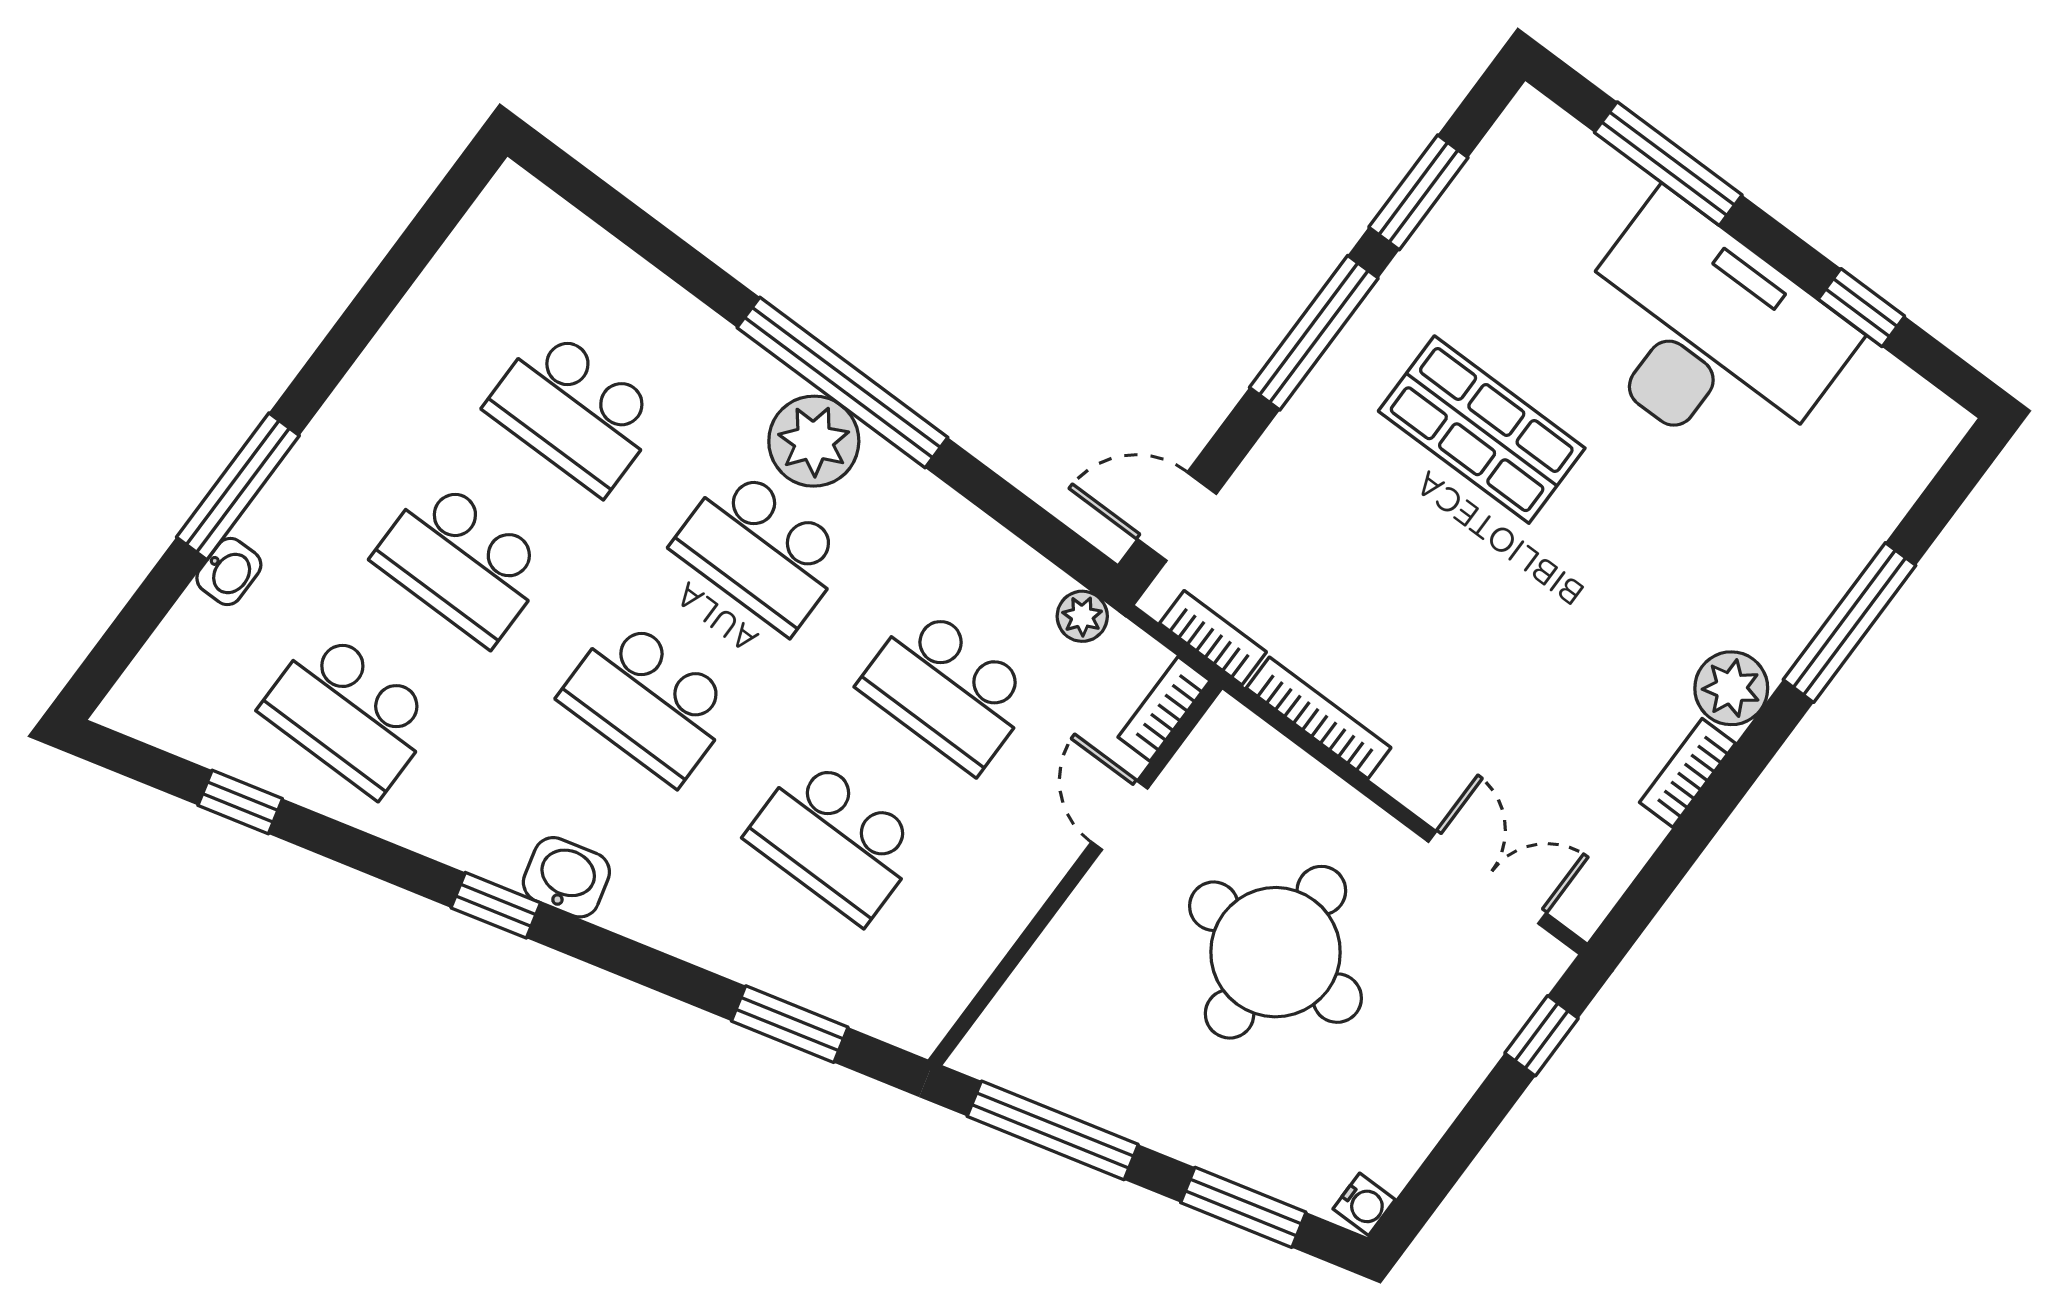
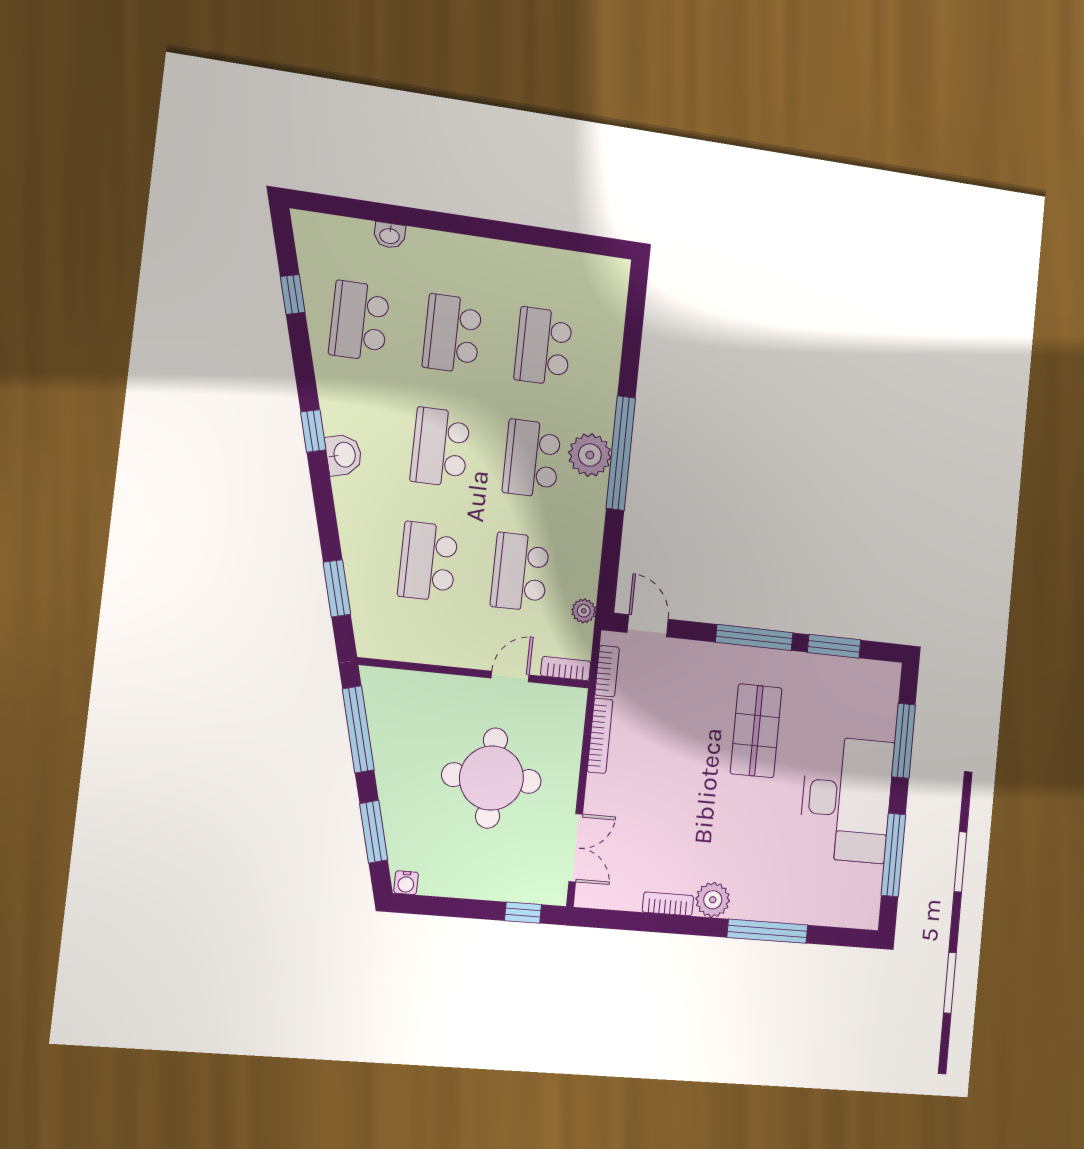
window: (1861, 308) -> (893, 855), width x2.17
window: (238, 486) -> (428, 220), removed

